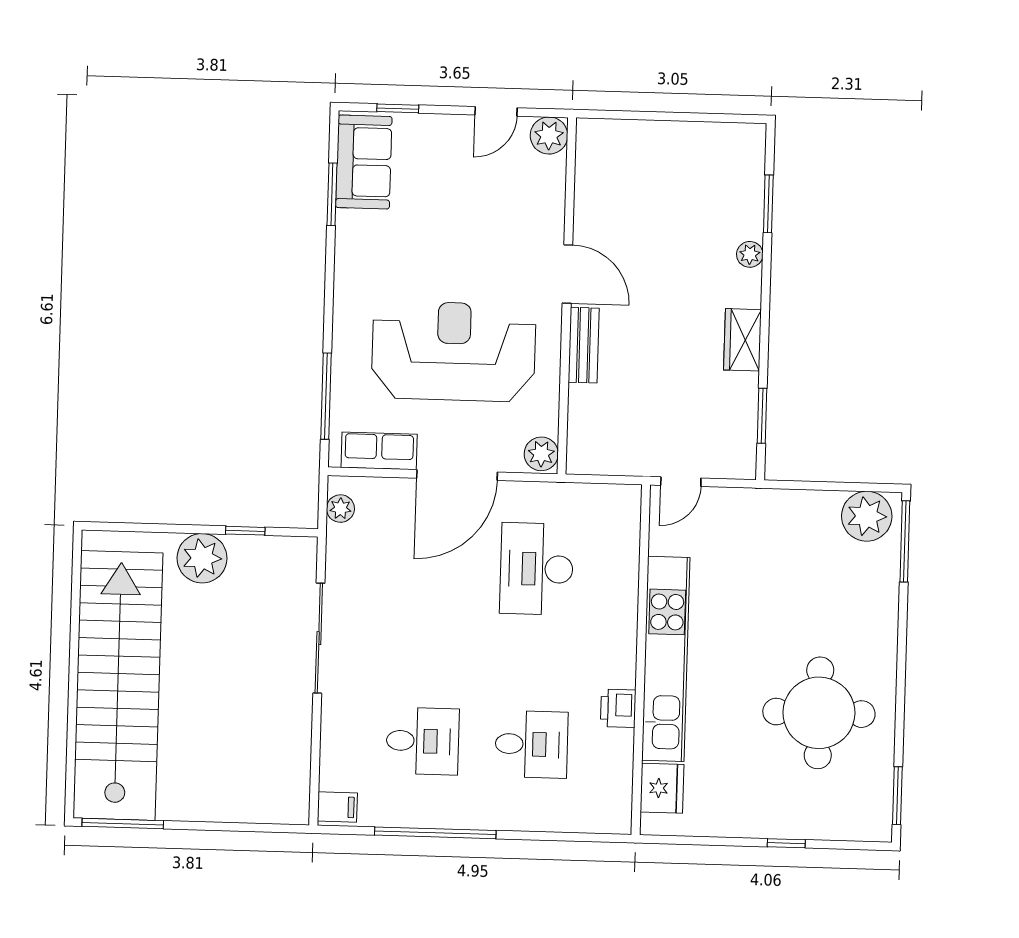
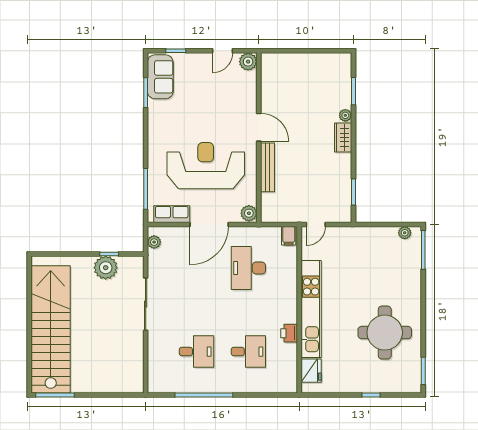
wardrobe: (742, 340) -> (343, 137), moved
bench: (584, 345) -> (268, 167), width x1.36
plant: (867, 516) -> (405, 233), width x0.53, depth x0.53
plant: (202, 558) -> (106, 268), moved
filing cabinet: (337, 807) -> (289, 236), moved, turned 90

